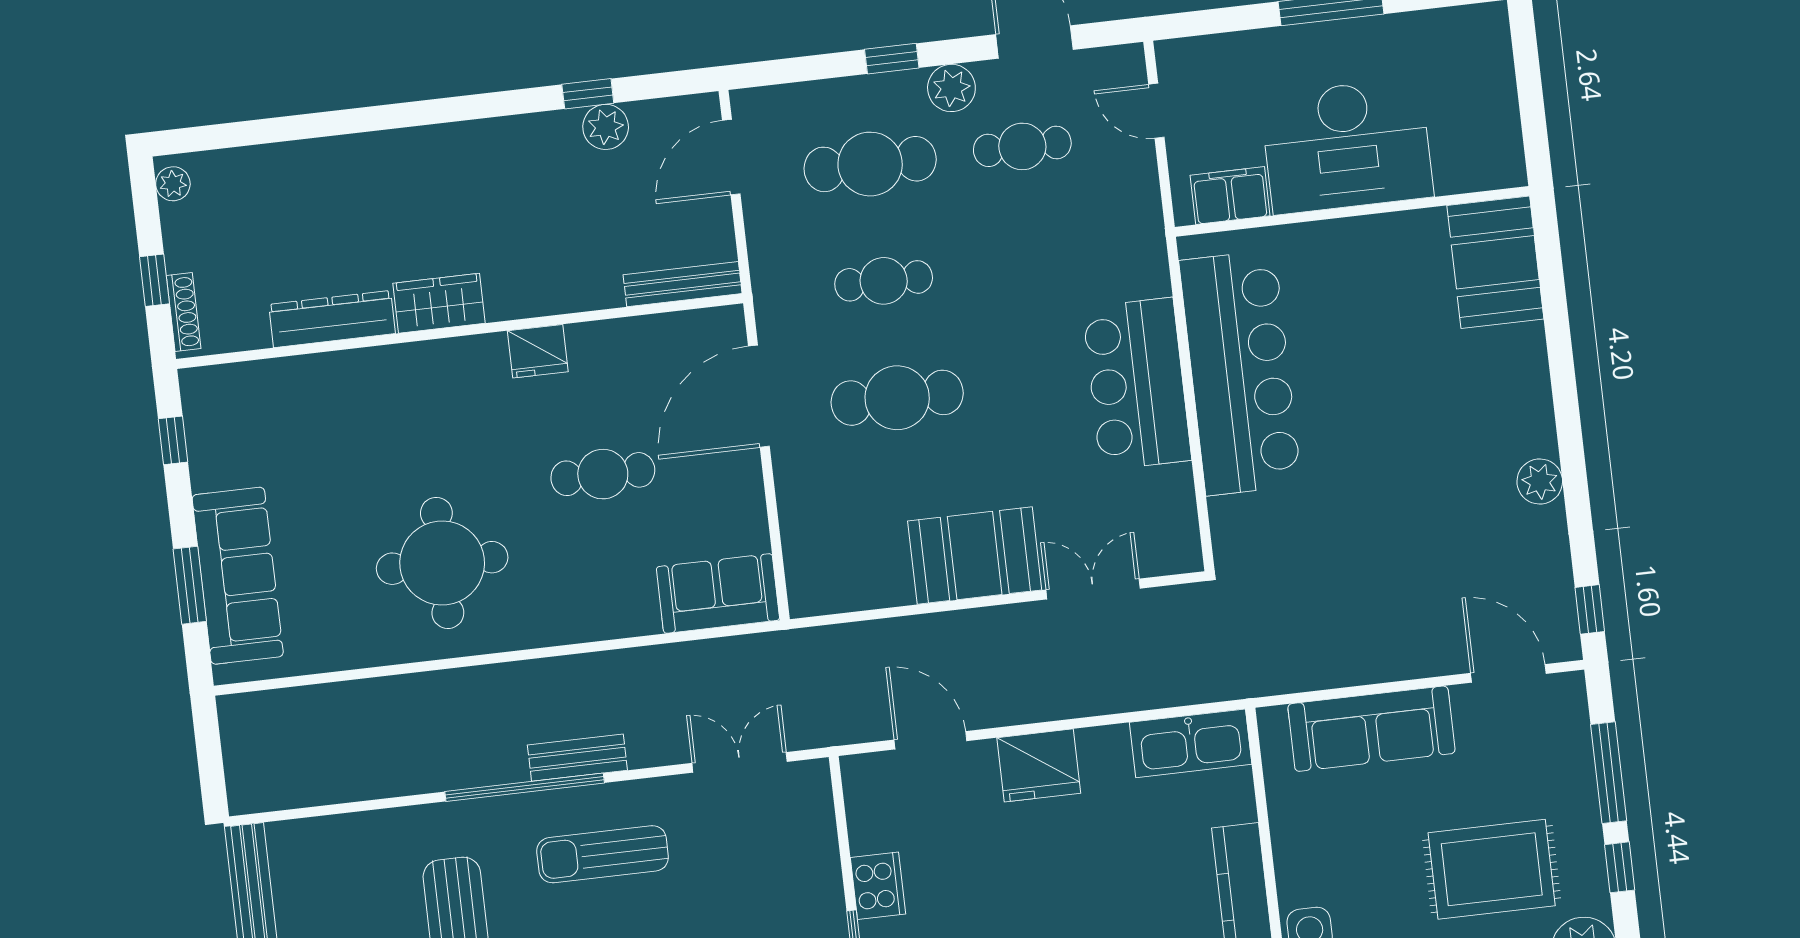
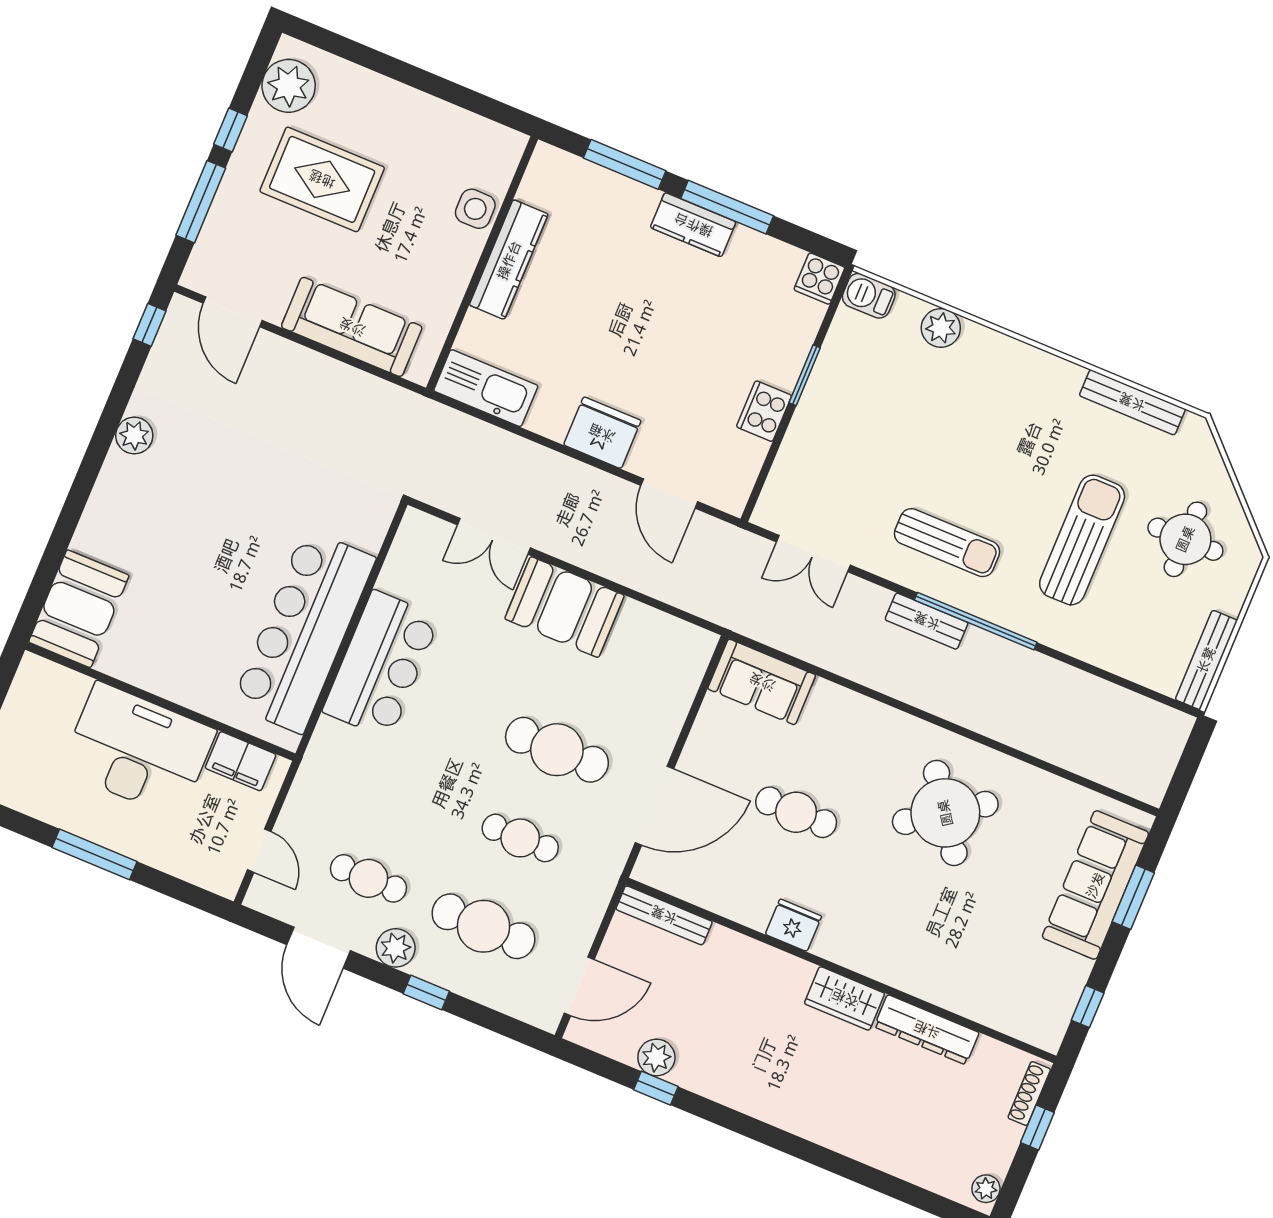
round table: (442, 563) -> (945, 813), turned -35

